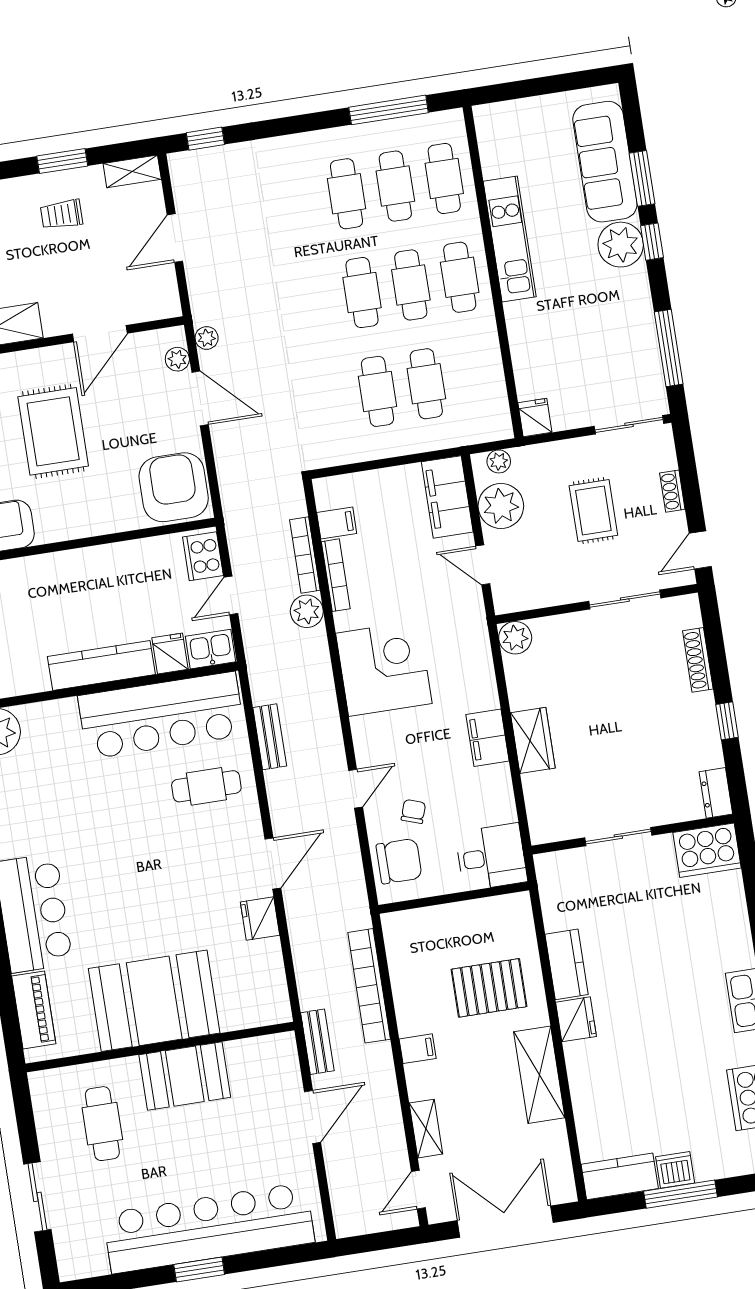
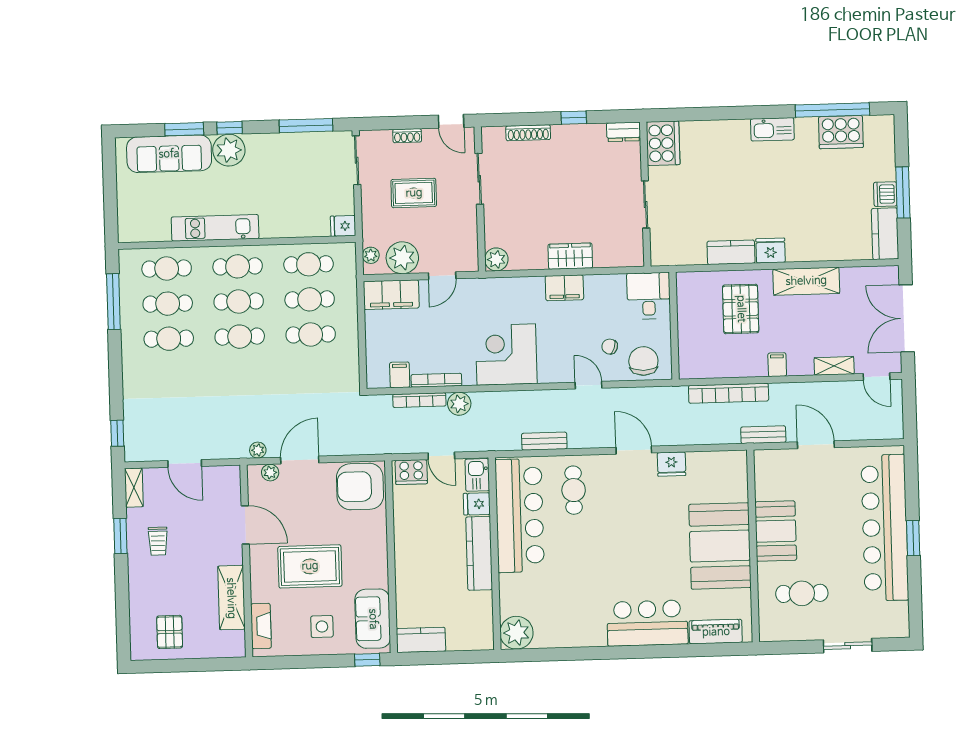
cafe table: (475, 376) -> (309, 264), added

